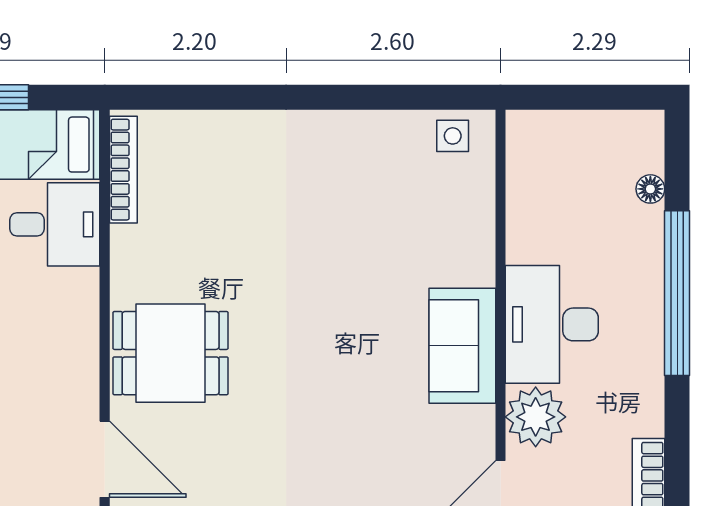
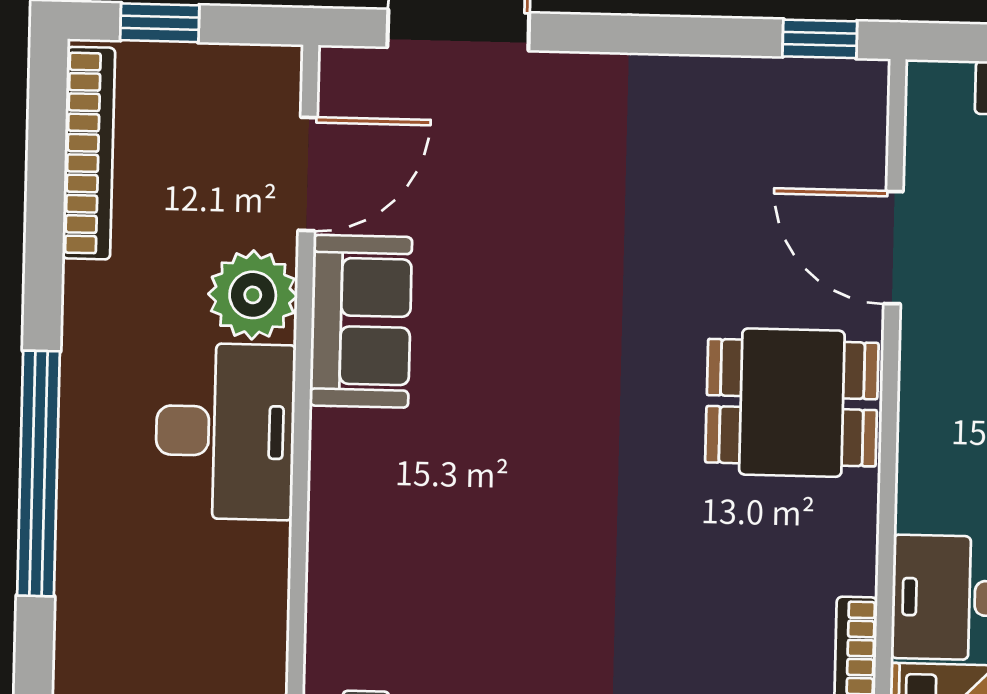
floor lamp: (650, 189) -> (74, 629), removed
sofa: (462, 346) -> (361, 321), moved

